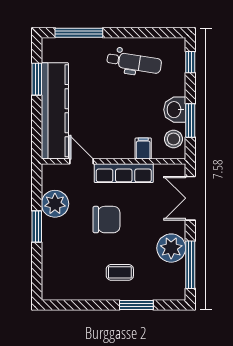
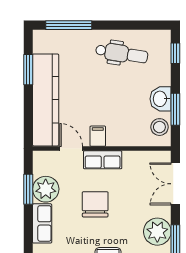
filing cabinet: (143, 148) -> (98, 136), moved
row of seats: (124, 173) -> (103, 160), width x0.68
chair: (106, 220) -> (95, 204), turned -90
window: (37, 226) -> (28, 189), moved
row of seats: (51, 239) -> (42, 223), added

